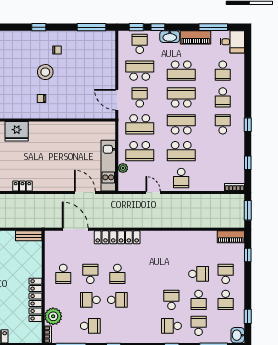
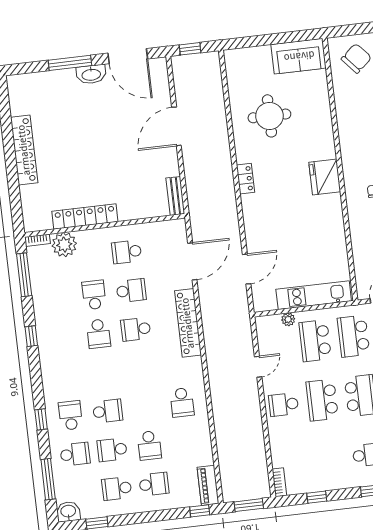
fridge: (17, 131) -> (325, 177), moved
kitchen unit: (108, 166) -> (314, 295), moved
window: (248, 255) -> (200, 511), moved
school desk: (90, 326) -> (182, 402), moved

